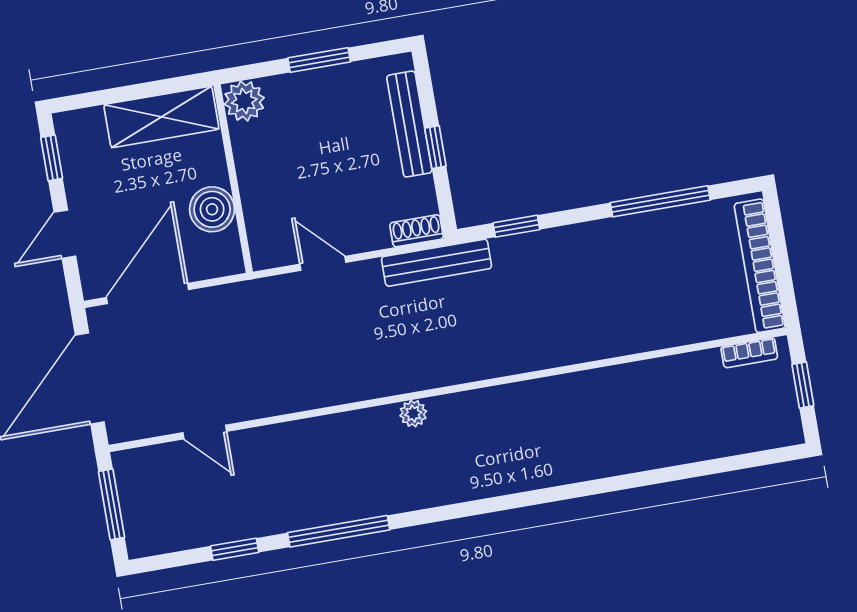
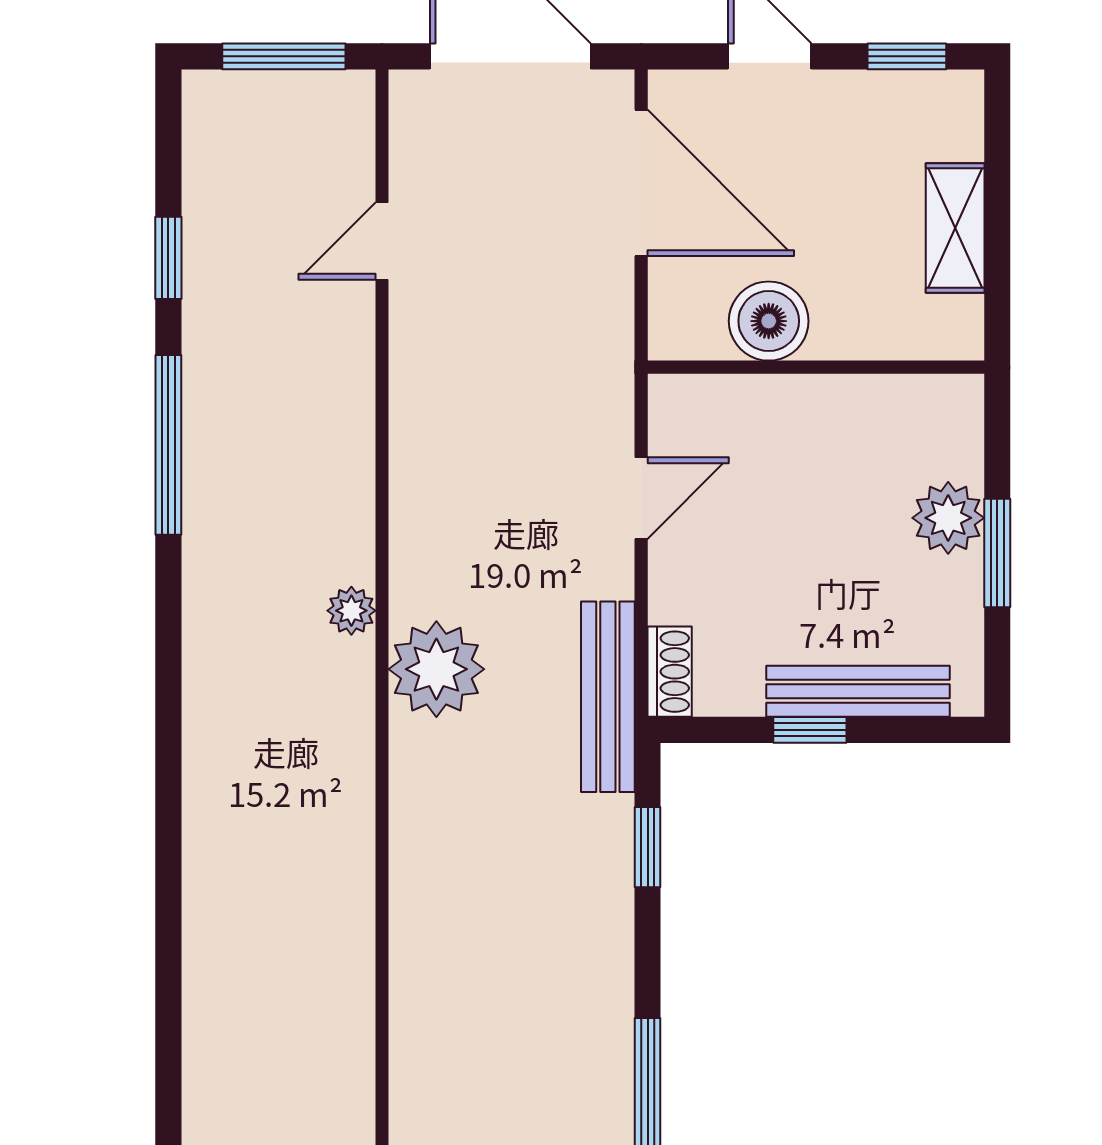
plant: (244, 101) -> (948, 518), moved
shelving: (161, 117) -> (955, 228), width x0.67, depth x0.75
plant: (438, 361) -> (436, 669), added

